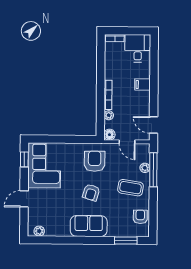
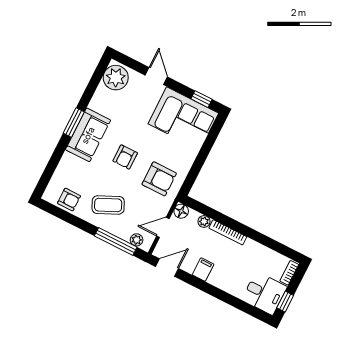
window: (136, 31) -> (285, 302), added
filing cabinet: (143, 85) -> (203, 270), moved
plant: (145, 168) -> (137, 240), moved
coffee table: (130, 188) -> (108, 205), turned 56
armchair: (91, 192) -> (125, 157), turned -107
plant: (39, 231) -> (116, 78), width x1.88, depth x1.88
window: (126, 241) -> (74, 122), moved

